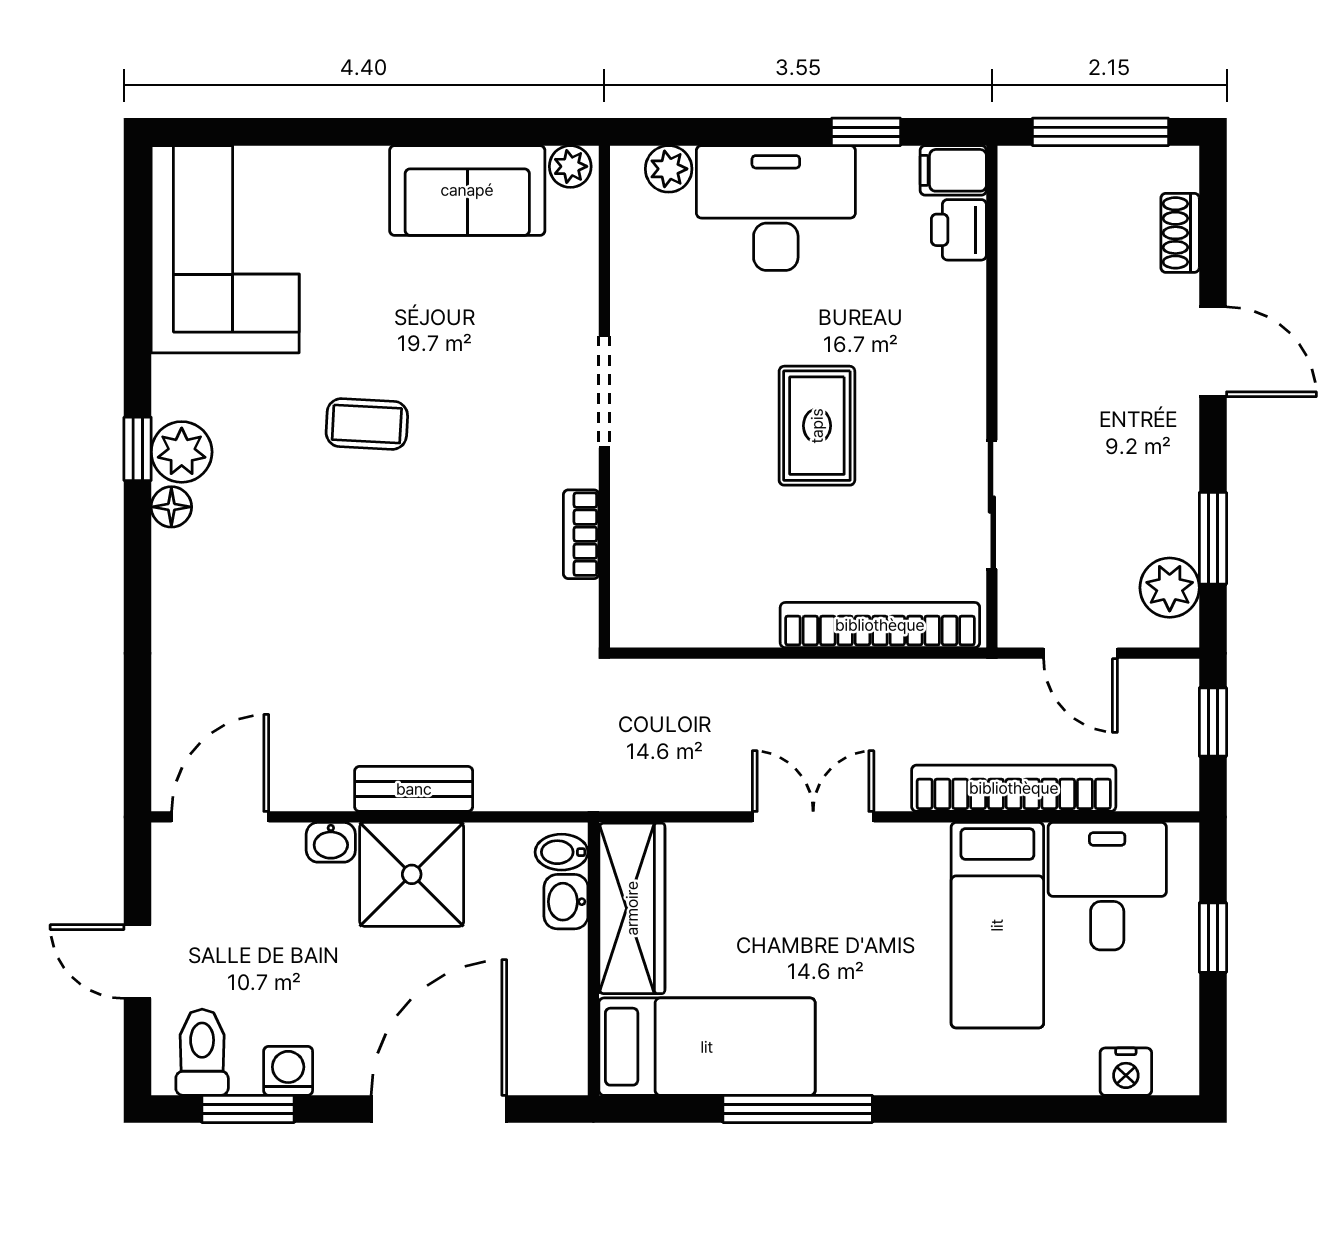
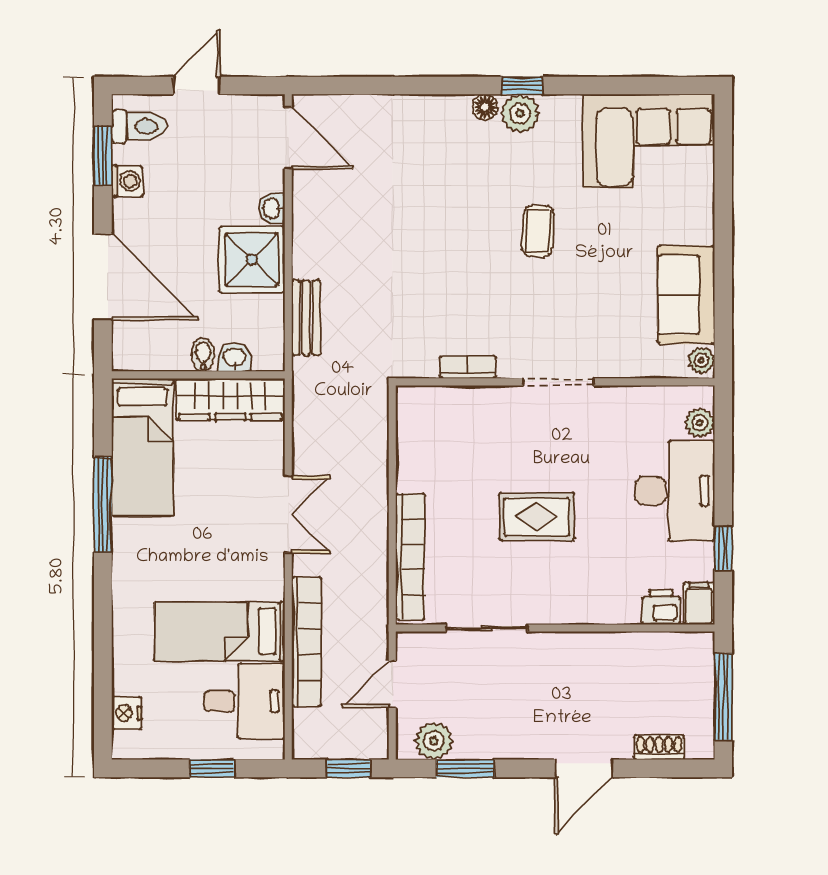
bench: (414, 789) -> (306, 318), moved
bidet: (561, 852) -> (203, 355), moved

